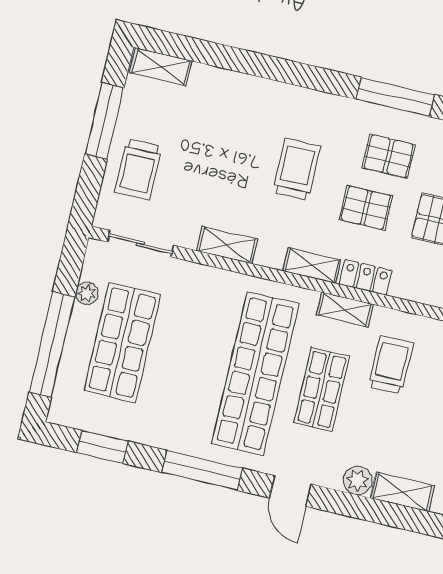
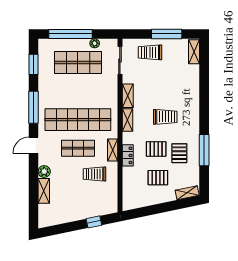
pallet: (366, 208) -> (156, 149), turned 90
shelving: (312, 266) -> (127, 120), moved
trolley: (391, 365) -> (94, 174), turned 180

